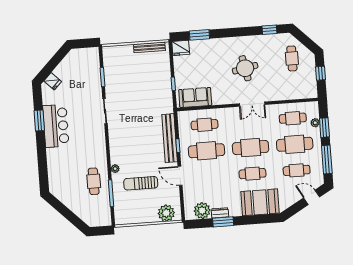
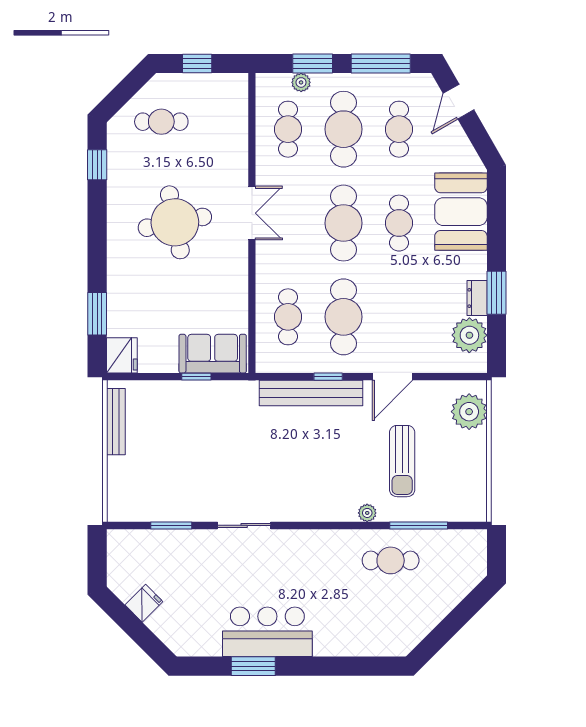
round table: (245, 68) -> (175, 222), width x1.36, depth x1.36
fridge: (53, 81) -> (144, 603), moved
sofa: (195, 97) -> (213, 354), moved, turned 90

